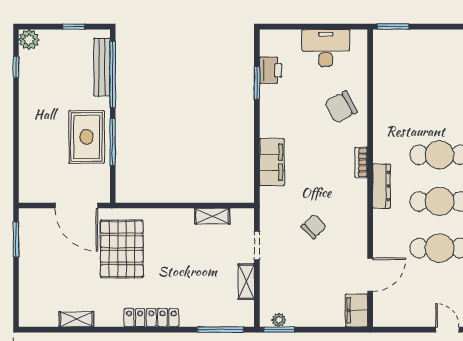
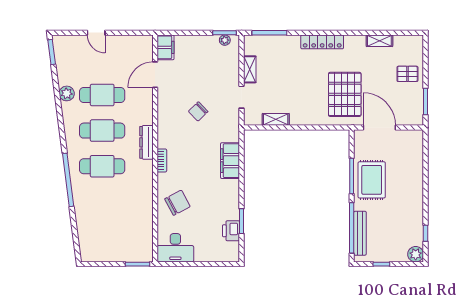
desk: (326, 48) -> (175, 248), moved
pallet: (40, 276) -> (407, 74), added

